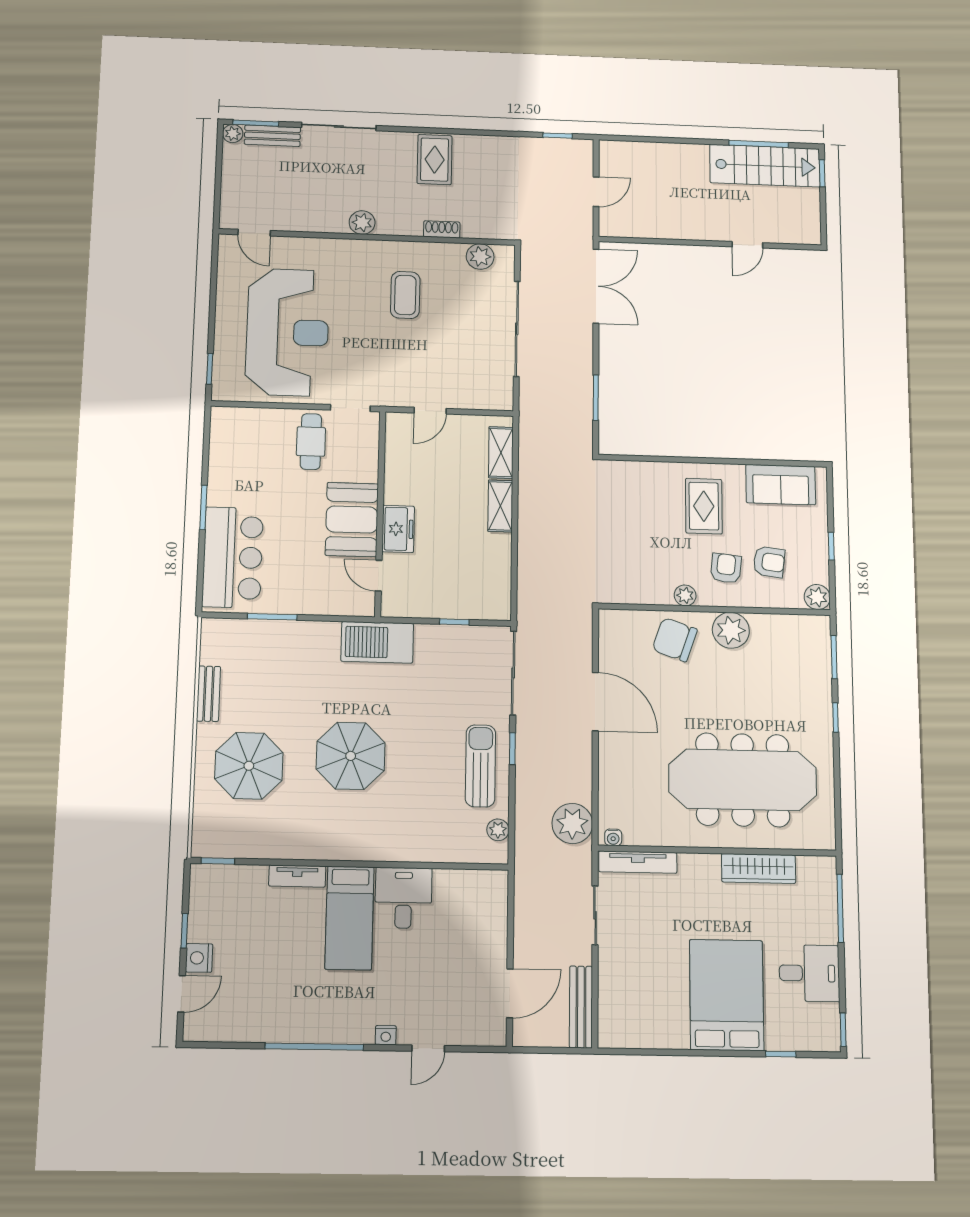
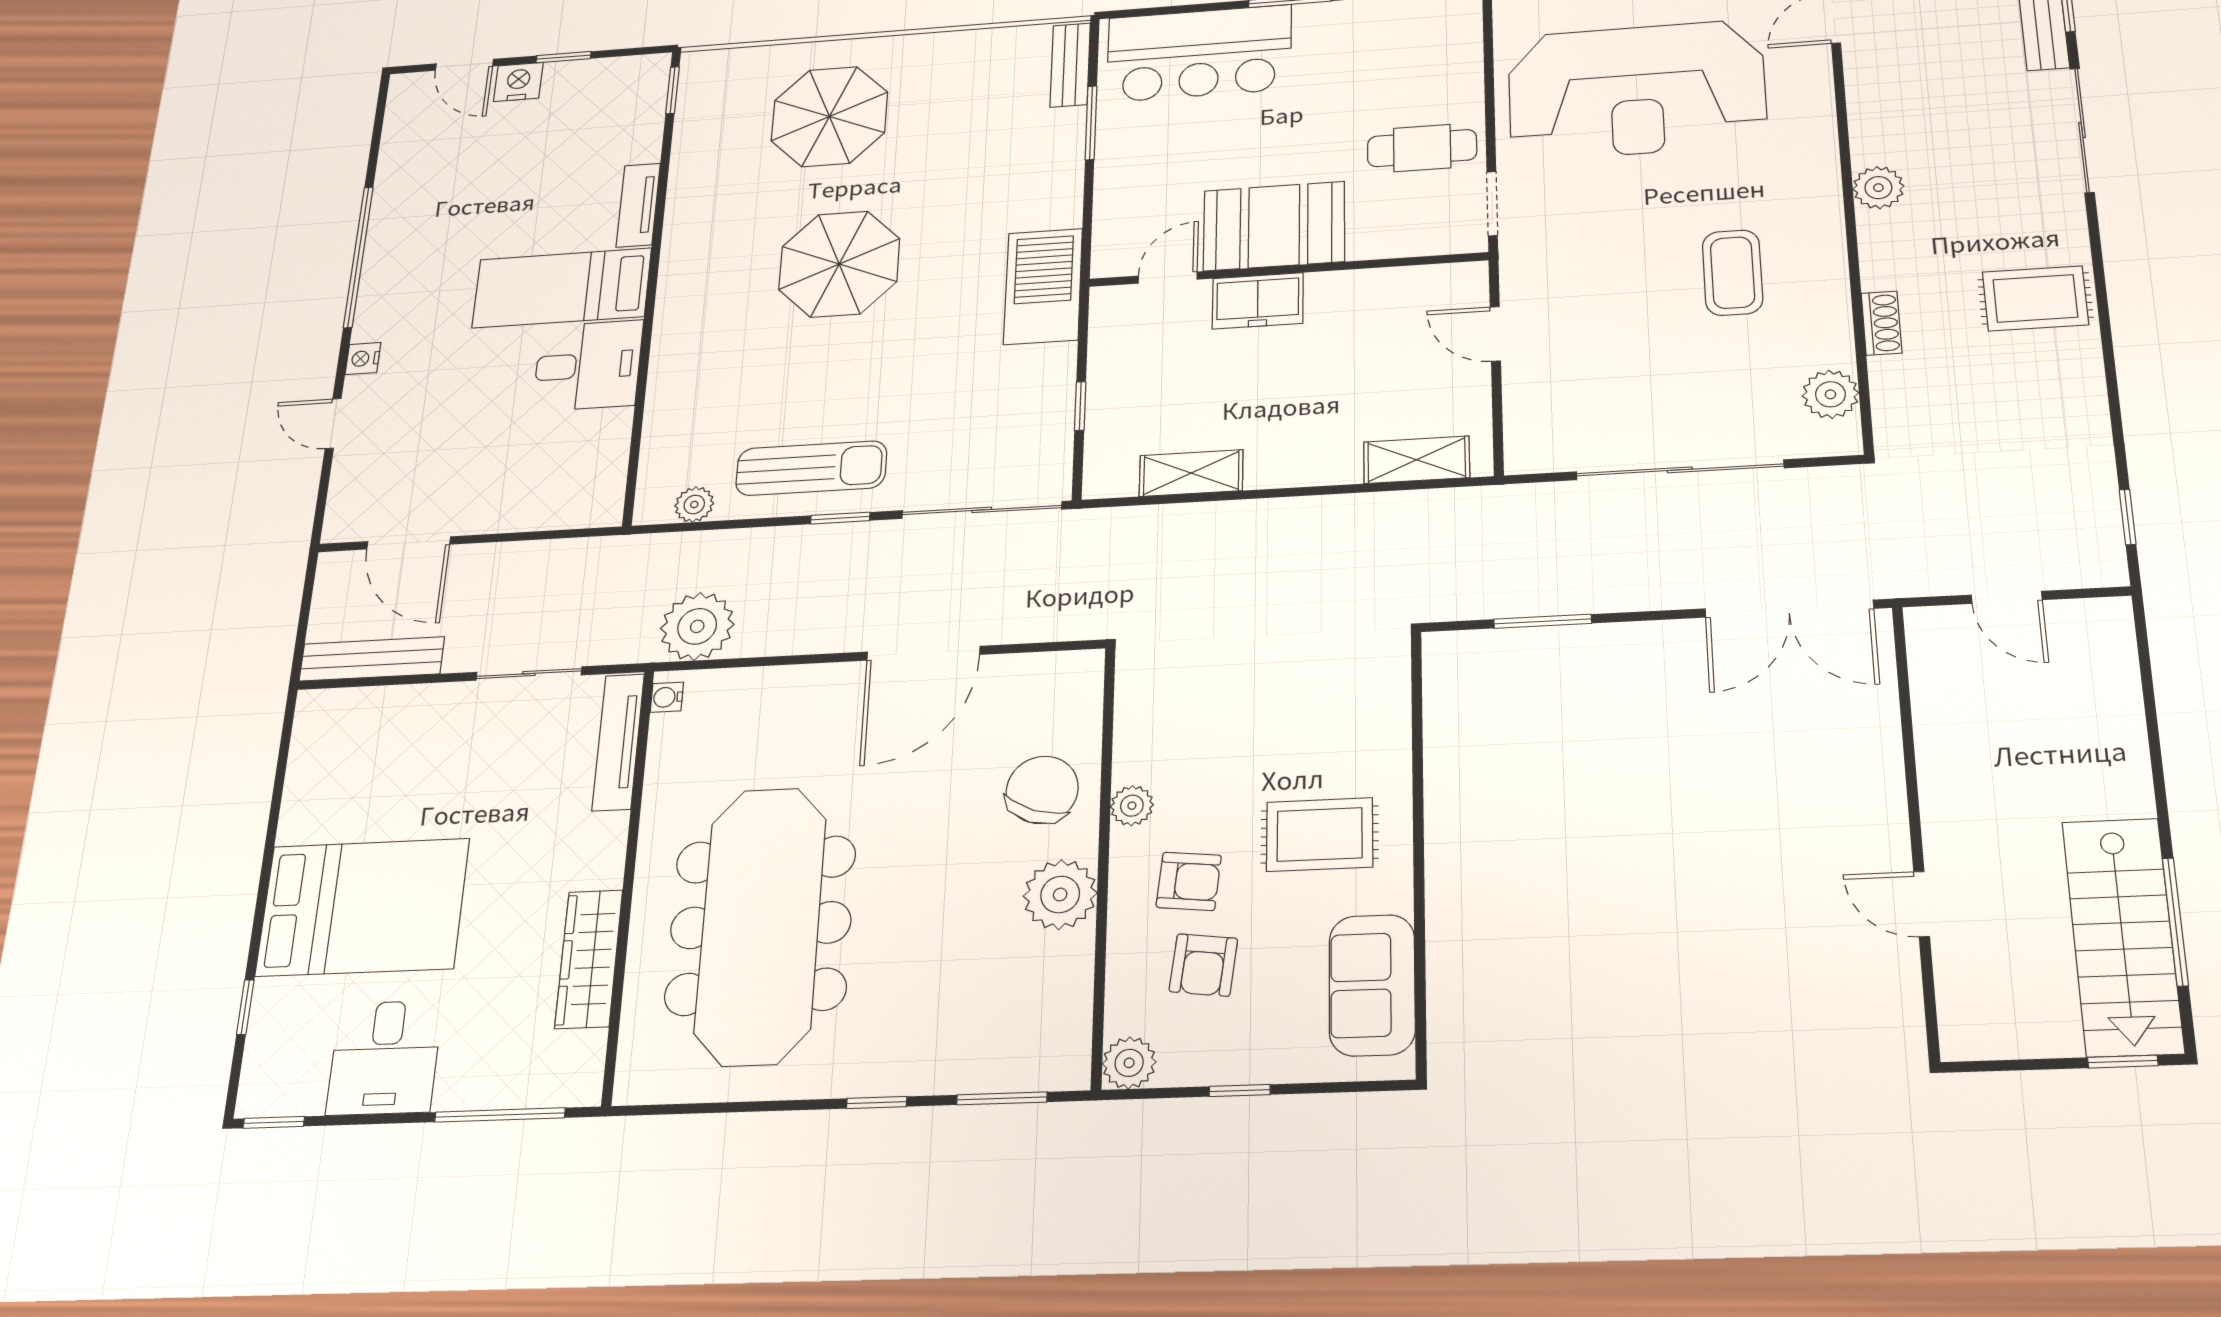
coffee table: (405, 295) -> (1733, 273), turned 90
shelving: (500, 506) -> (1191, 473), moved
bench: (209, 694) -> (1070, 65), moved, turned 90

